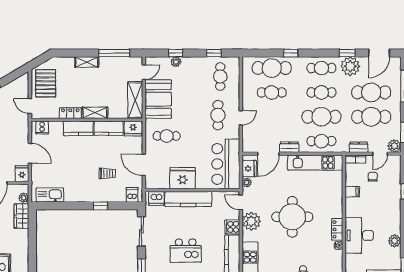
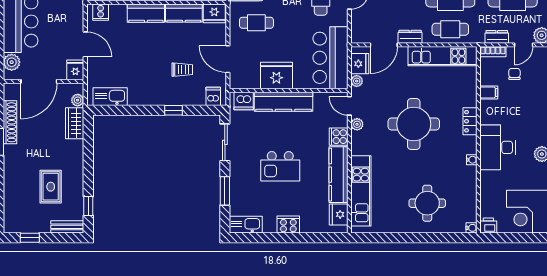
plant: (251, 221) -> (357, 124), width x0.53, depth x0.53
locker: (337, 229) -> (470, 121), moved

